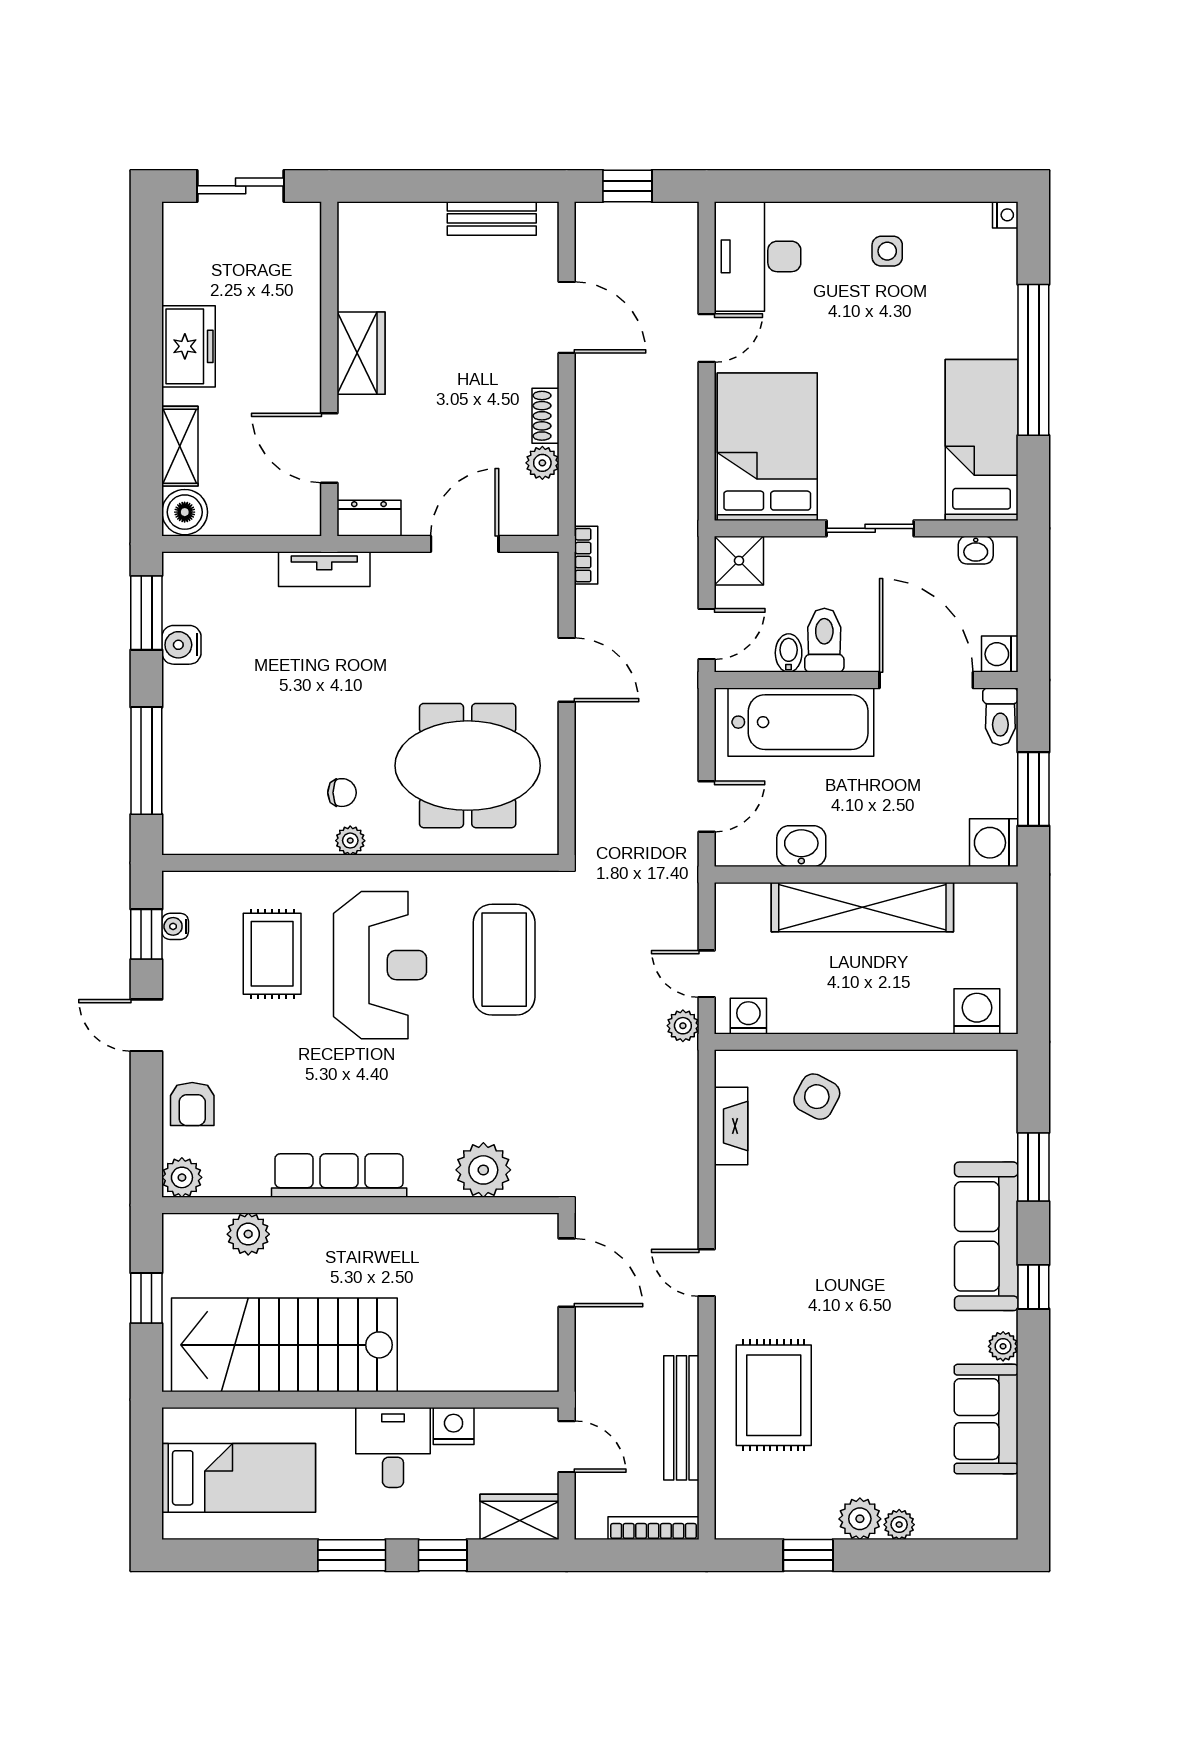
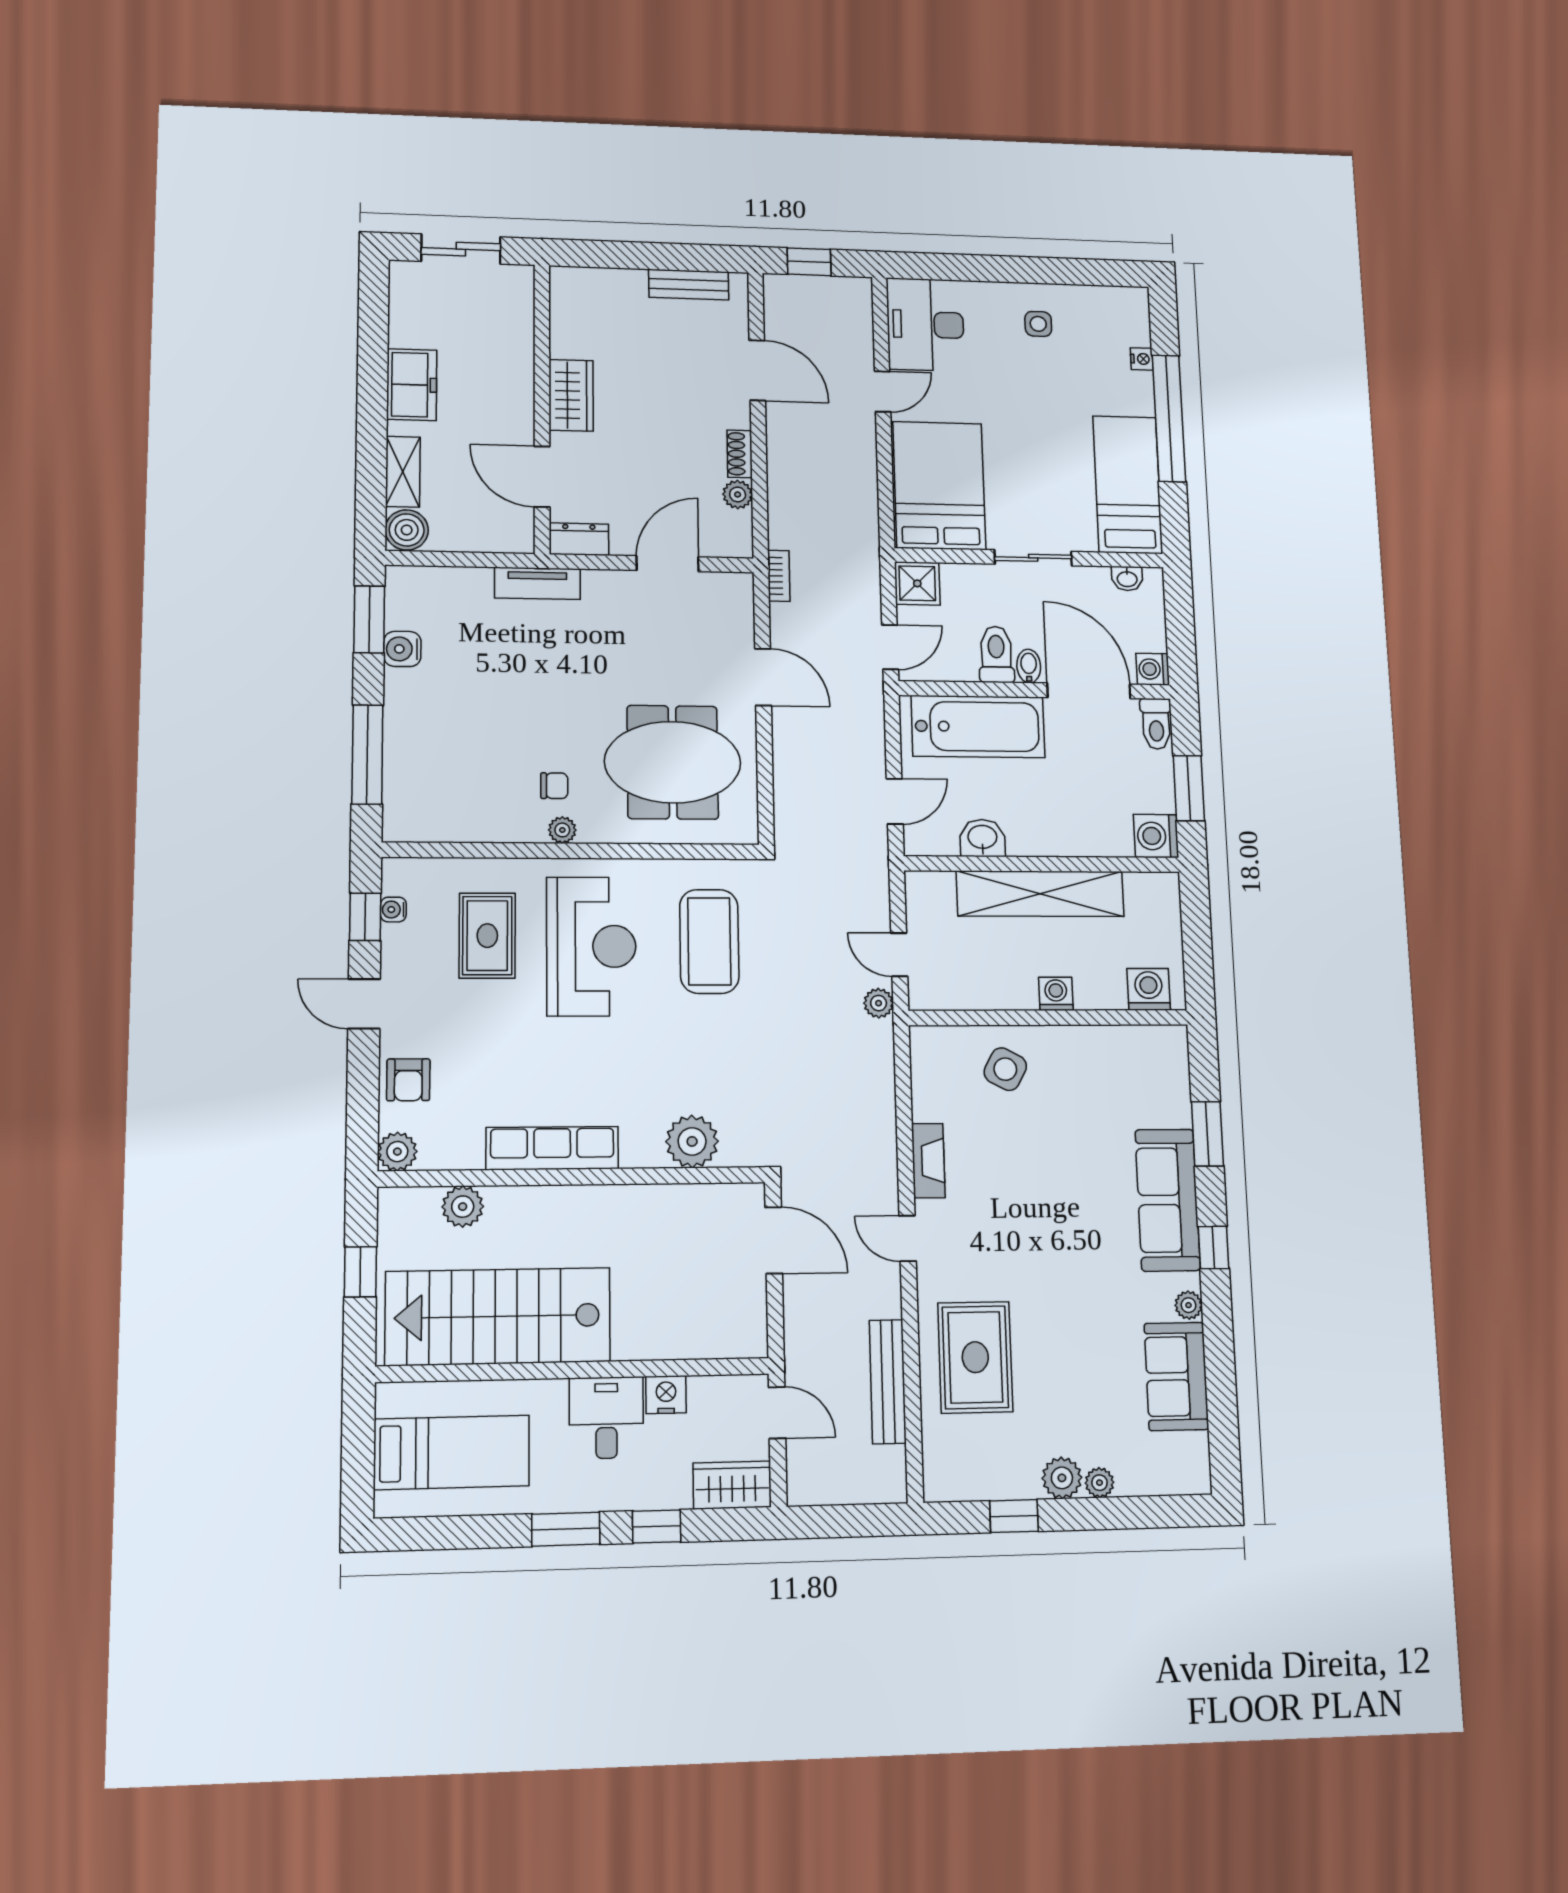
nightstand: (1005, 215) -> (1142, 359), moved
bidet: (789, 653) -> (1029, 666), moved
washing machine: (748, 1016) -> (1056, 994), moved
fireplace: (731, 1126) -> (928, 1161), moved
bookcase: (654, 1528) -> (864, 1493), removed

